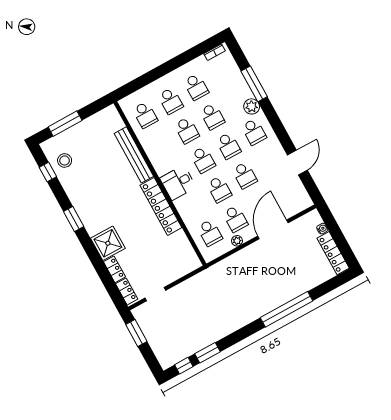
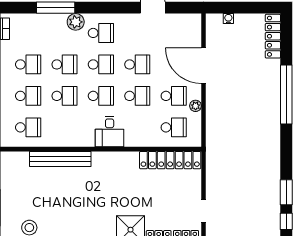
locker: (161, 206) -> (170, 160), moved
locker: (333, 253) -> (273, 36), moved, turned 90

